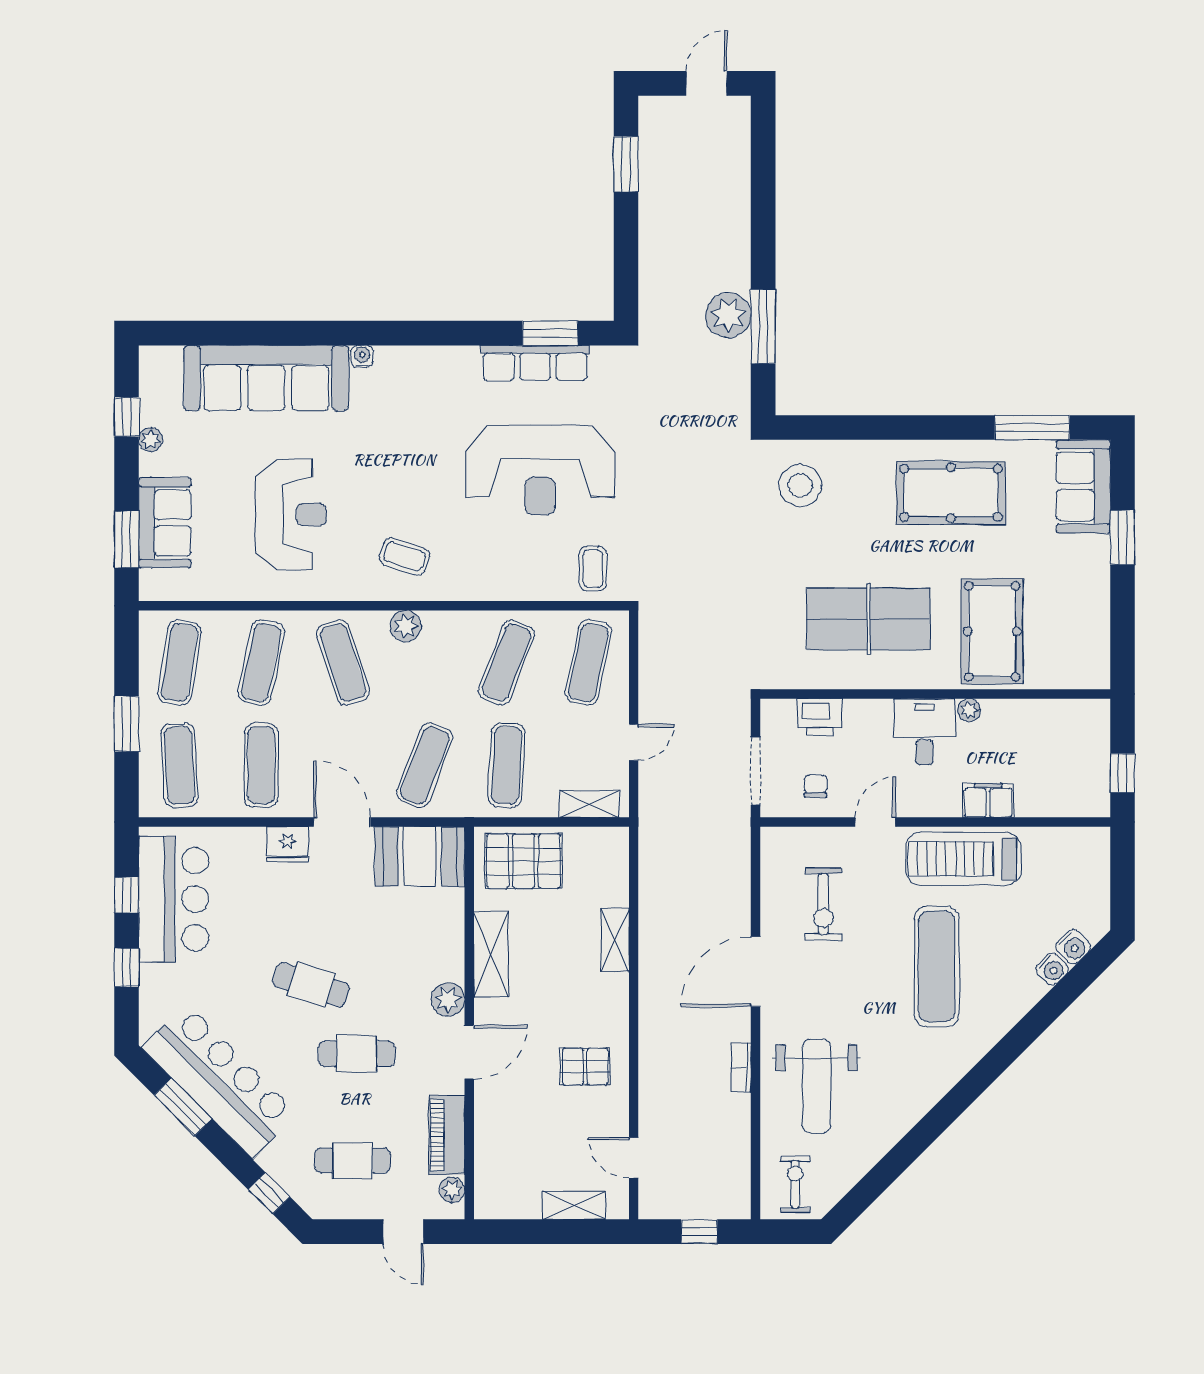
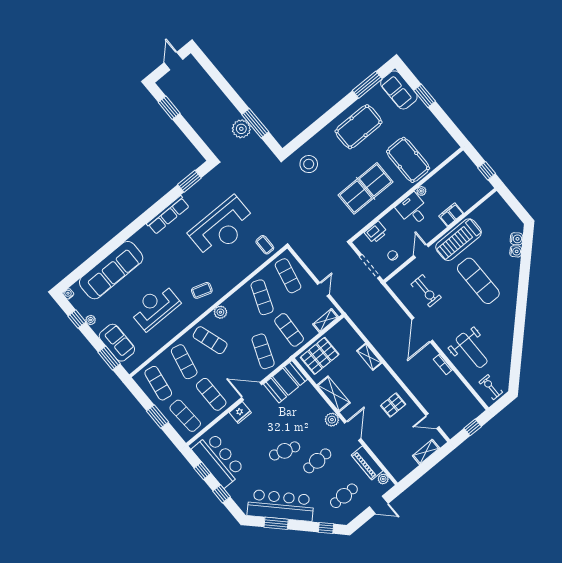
water cooler: (362, 356) -> (68, 294), moved
row of seats: (535, 363) -> (168, 215), moved
reception desk: (291, 515) -> (155, 307), turned -90

